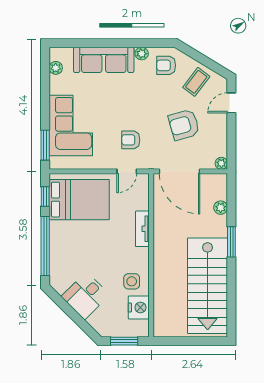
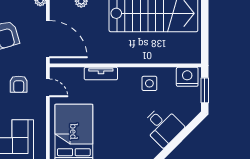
door: (180, 171) -> (48, 39), hinge flipped
nightstand: (139, 307) -> (187, 77), moved

